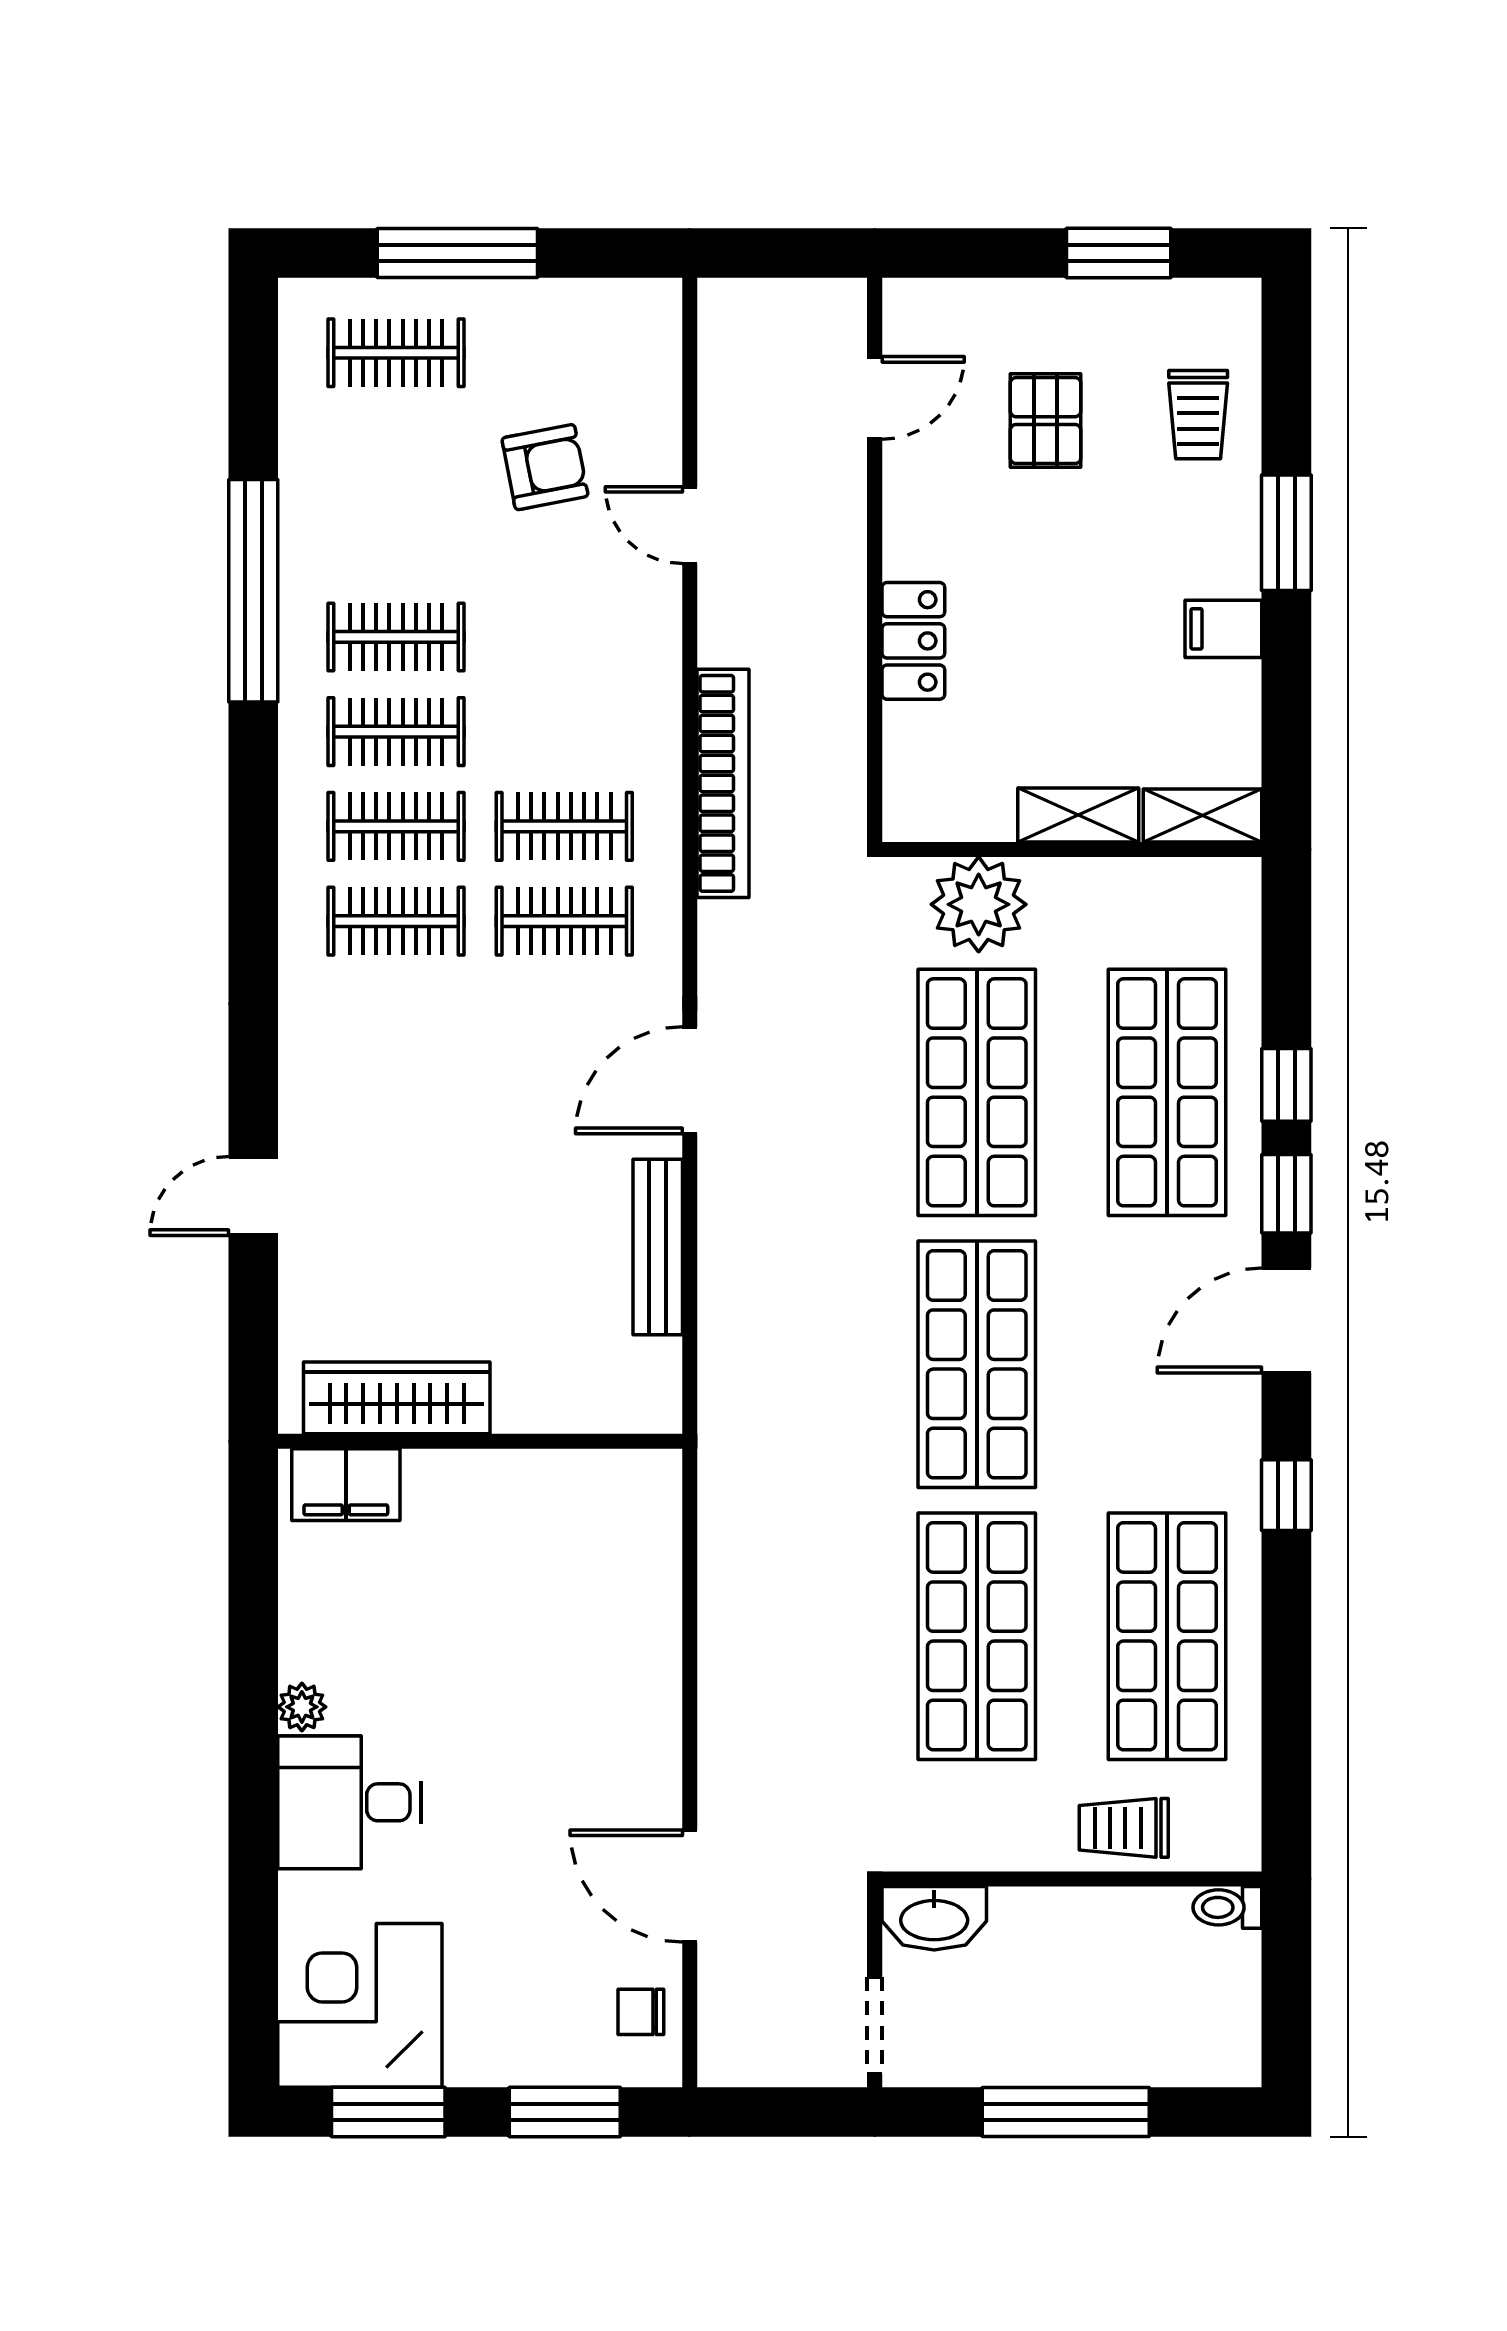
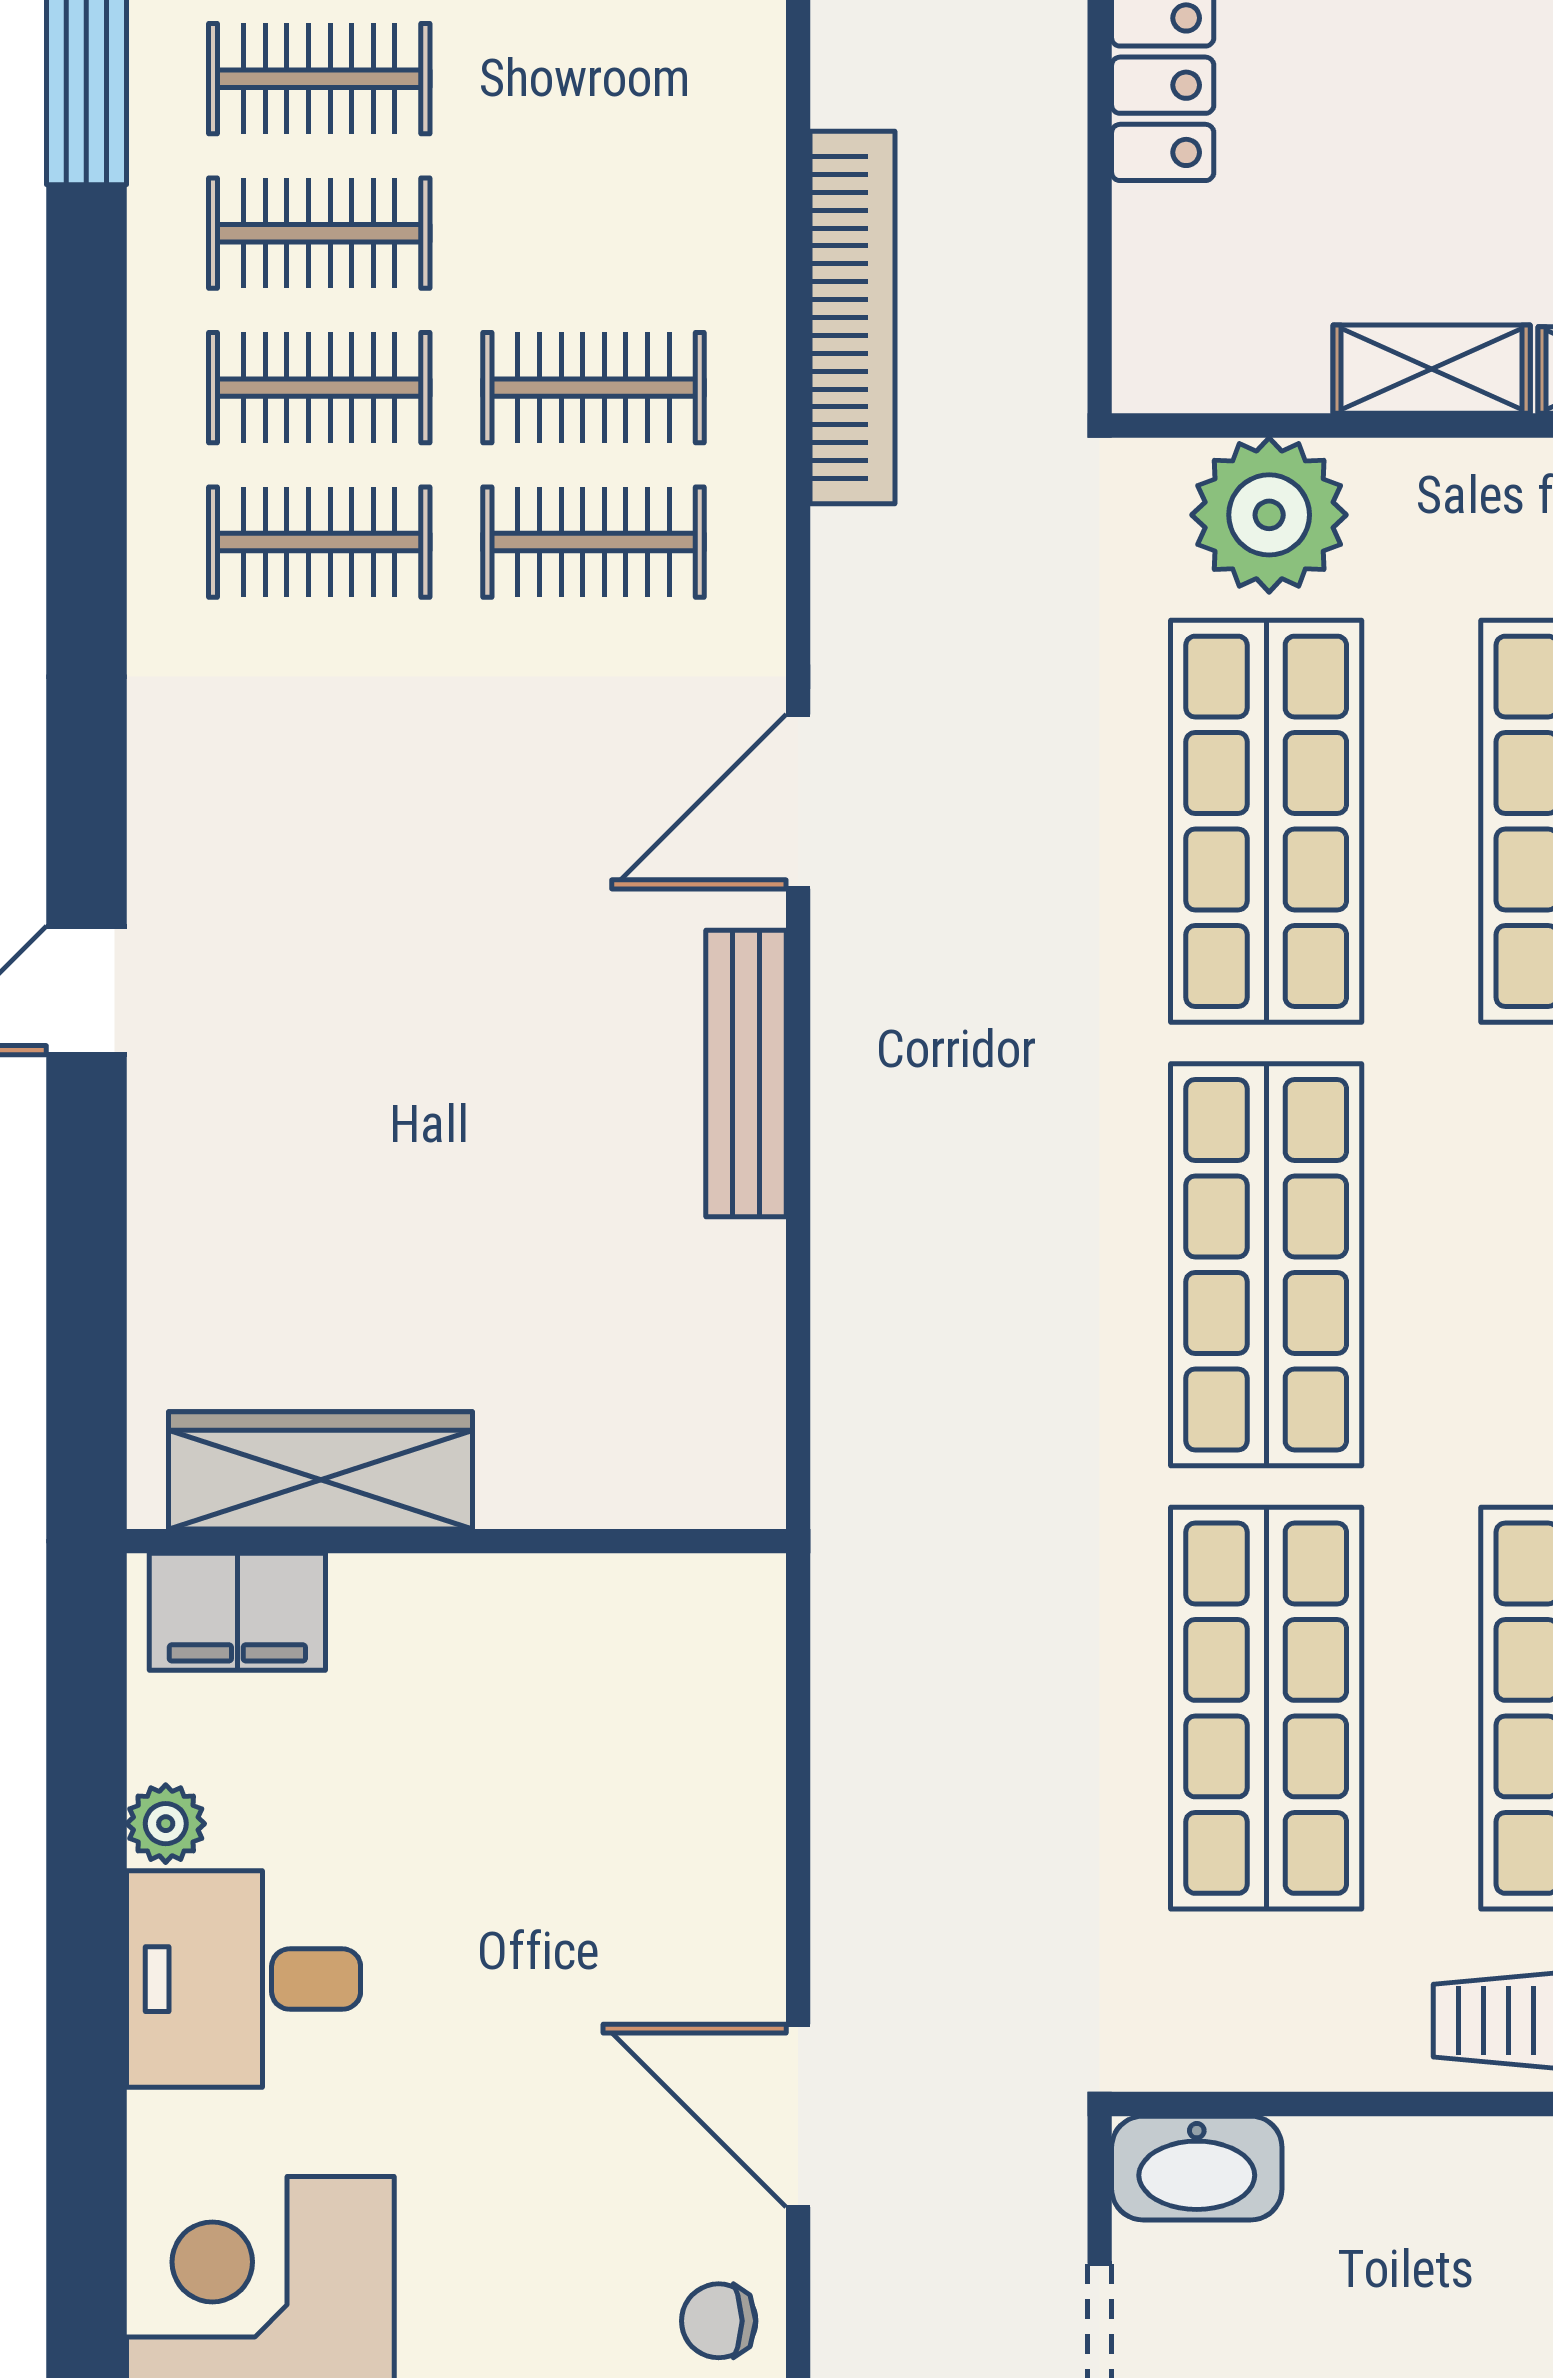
wardrobe: (397, 1398) -> (320, 1470), moved
wall: (480, 1441) -> (456, 1541), moved
filing cabinet: (346, 1485) -> (237, 1612), moved

